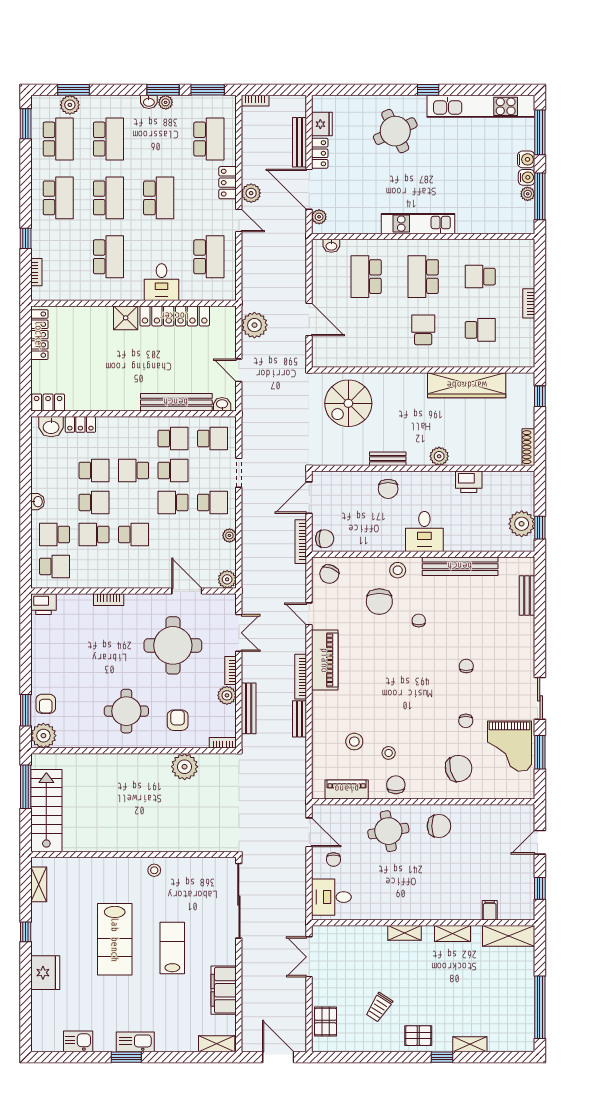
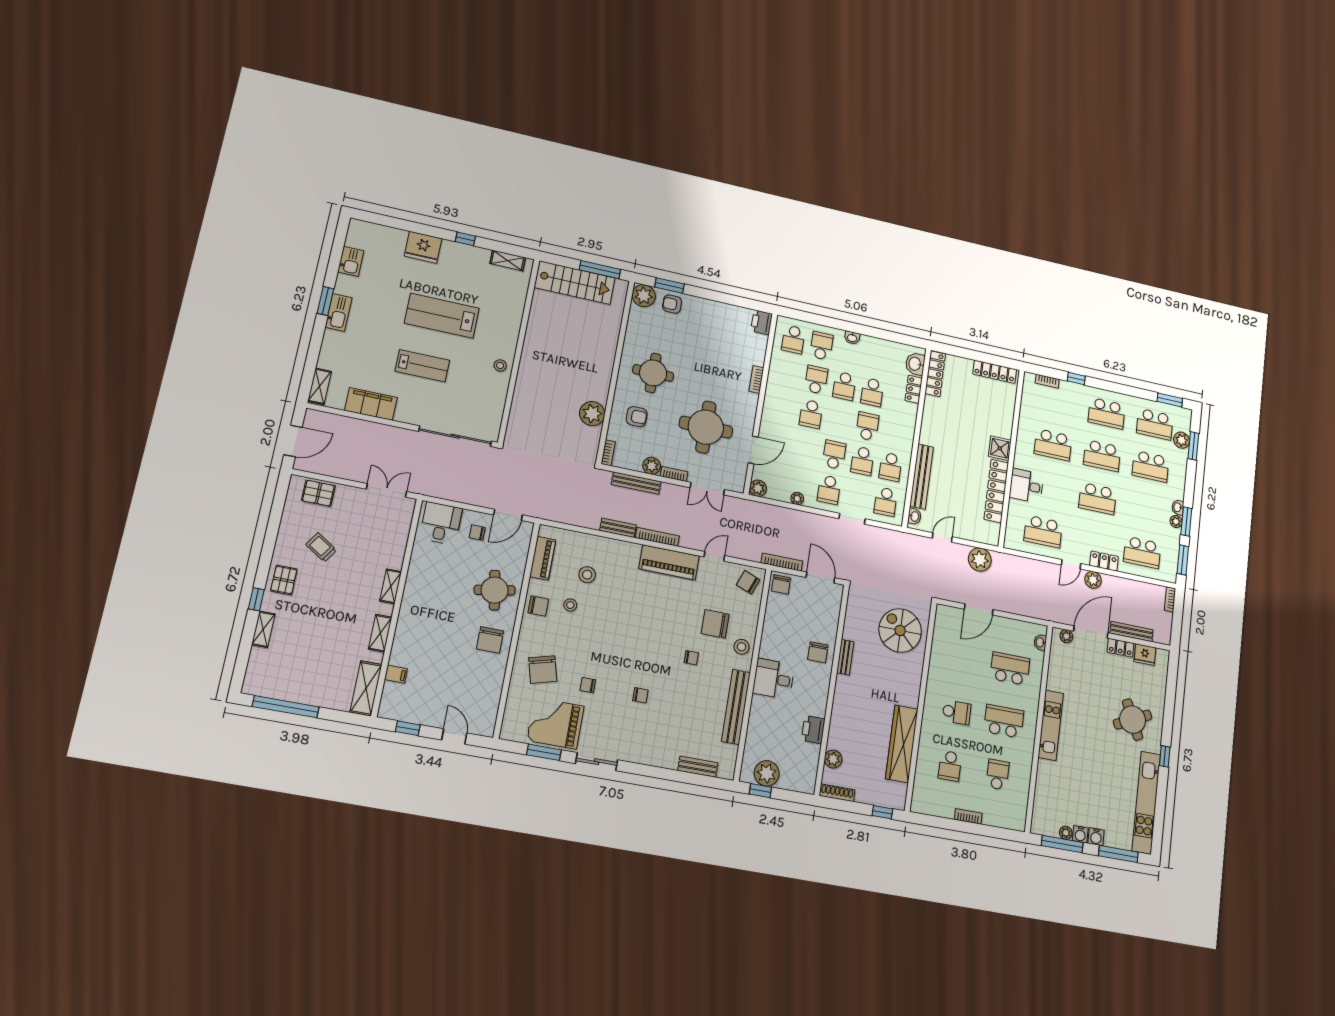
locker: (48, 402) -> (935, 374), width x1.53
plant: (439, 456) -> (833, 759), moved
chair: (388, 489) -> (818, 652), turned -90

